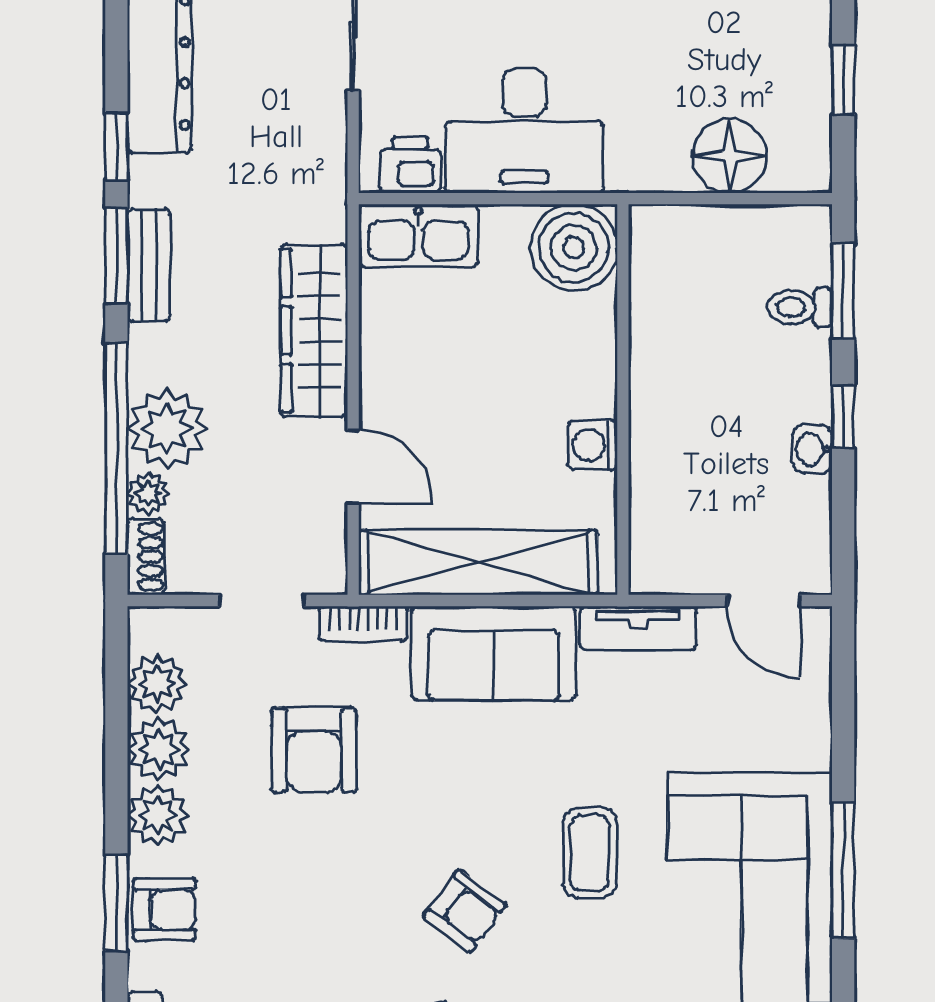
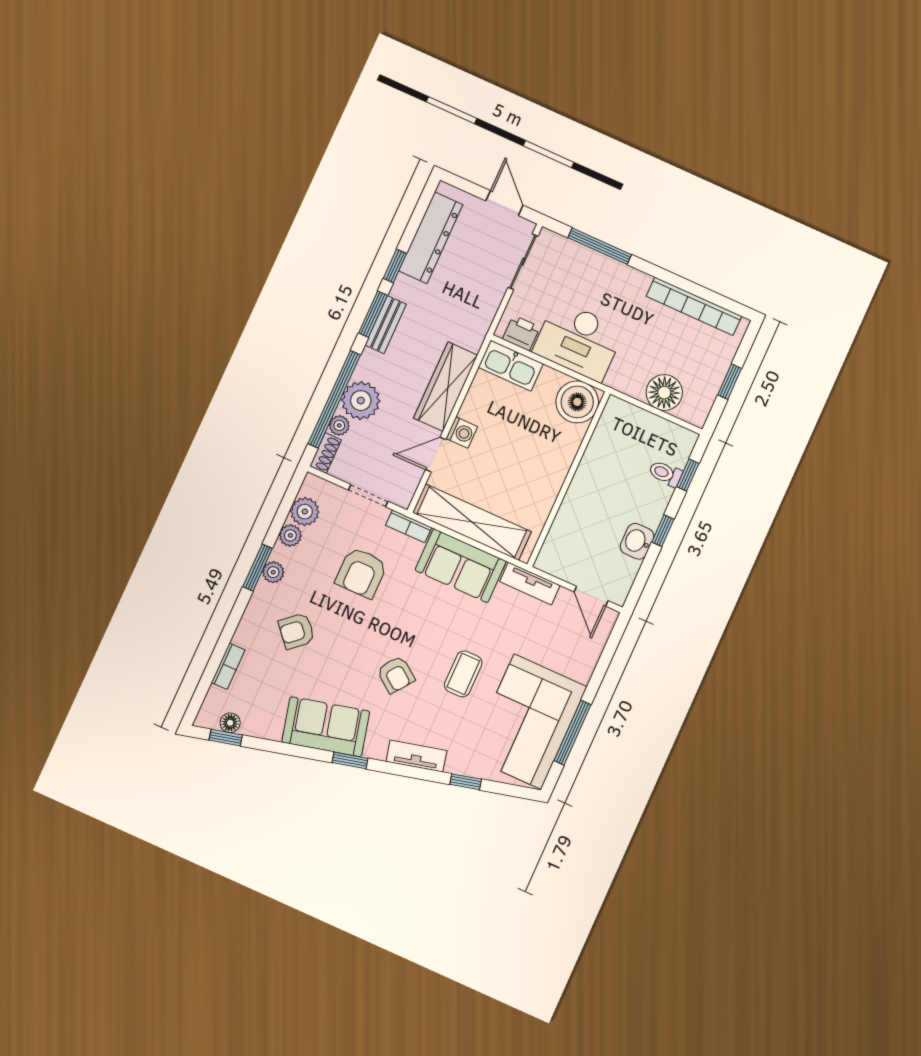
window: (843, 291) -> (688, 475), width x0.67
washing machine: (593, 445) -> (462, 433), moved, turned 180
washbasin: (812, 449) -> (637, 541), width x1.38, depth x1.45
door: (353, 467) -> (436, 455), swing flipped
plant: (159, 749) -> (290, 535), width x0.73, depth x0.73
plant: (158, 815) -> (273, 572), width x0.73, depth x0.73
window: (116, 903) -> (258, 568), moved
armchair: (164, 909) -> (297, 631), moved, turned 139

